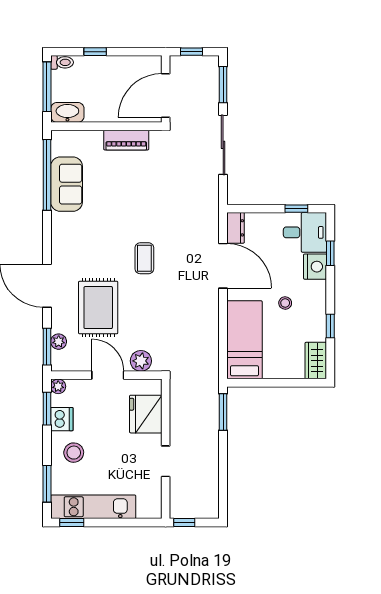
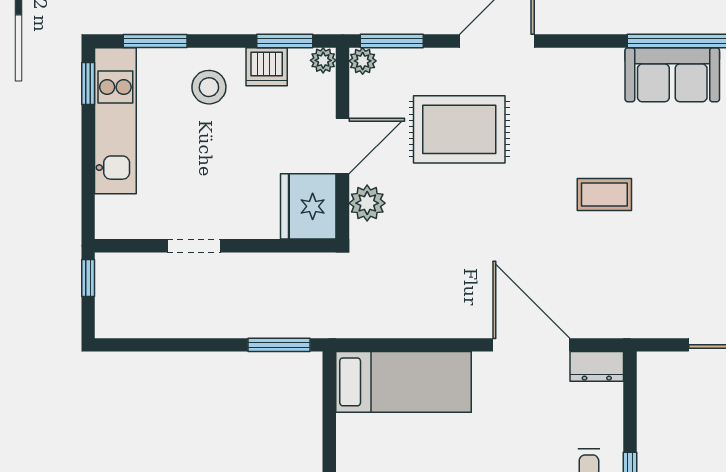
coffee table: (144, 258) -> (604, 194), moved
door: (223, 266) -> (531, 345), swing flipped
stool: (285, 303) -> (467, 452), removed
plant: (59, 342) -> (363, 61), moved
fridge: (146, 414) -> (308, 206), moved, turned -90

